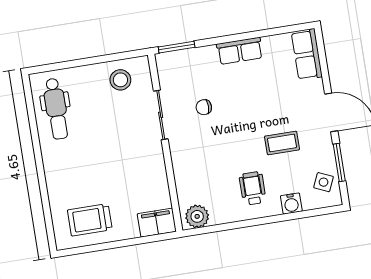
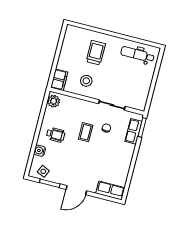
row of seats: (240, 51) -> (133, 131), moved
stool: (120, 80) -> (86, 81), moved
coffee table: (282, 143) -> (86, 132), moved
trolley: (90, 220) -> (96, 53), moved

